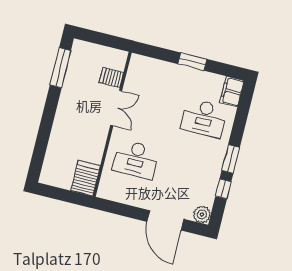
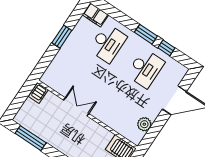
server rack: (111, 77) -> (38, 93), moved
desk: (136, 159) -> (145, 68), moved
plant: (202, 214) -> (144, 124), moved

